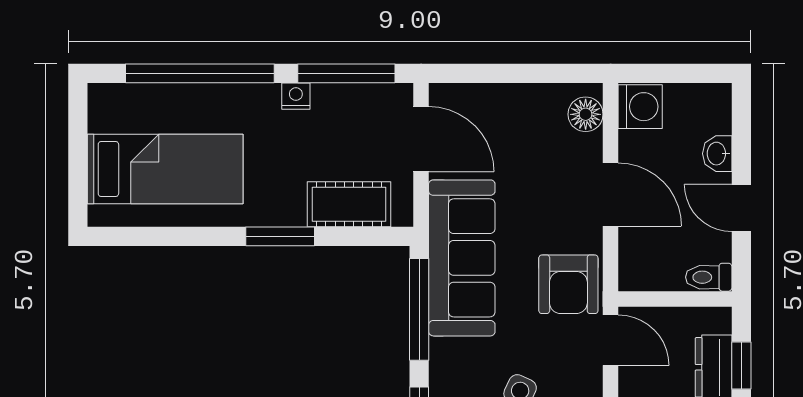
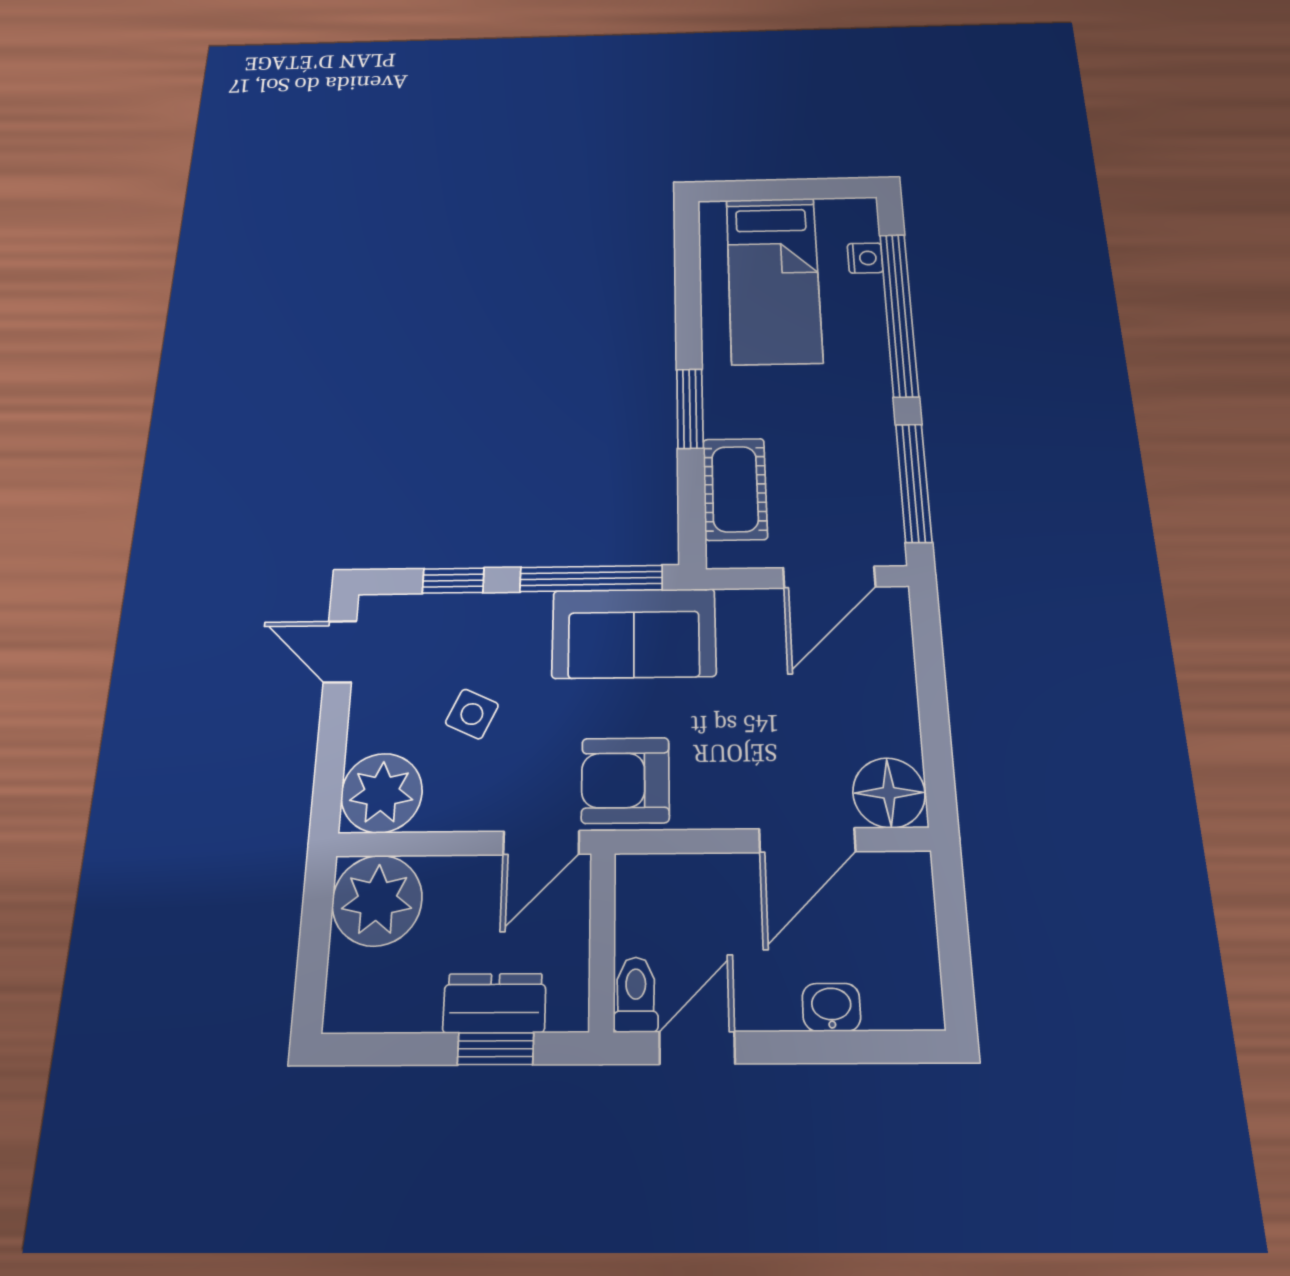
nightstand: (296, 96) -> (865, 258), moved
washing machine: (640, 107) -> (897, 884), removed
floor lamp: (586, 114) -> (889, 793), width x1.38, depth x1.38
door: (611, 195) -> (807, 840), moved
door: (741, 208) -> (697, 1048), moved
sofa: (462, 258) -> (634, 633), width x0.73

